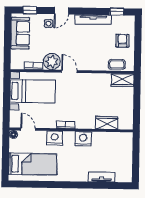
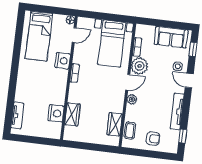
plant: (86, 65) -> (132, 99), added
wardrobe: (123, 80) -> (115, 124), moved
nightstand: (83, 139) -> (56, 113), moved
tv unit: (102, 177) -> (17, 116), moved

